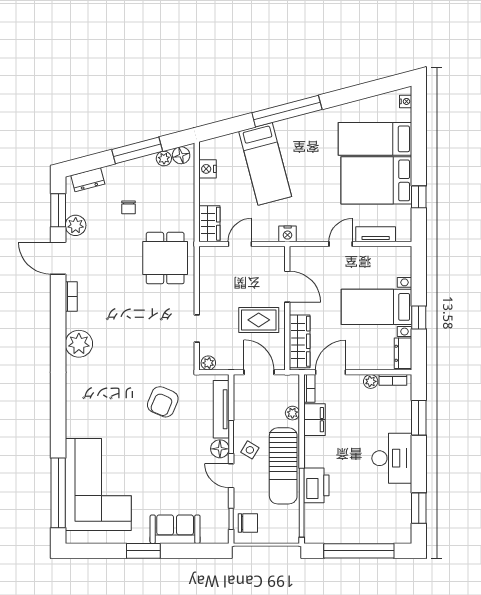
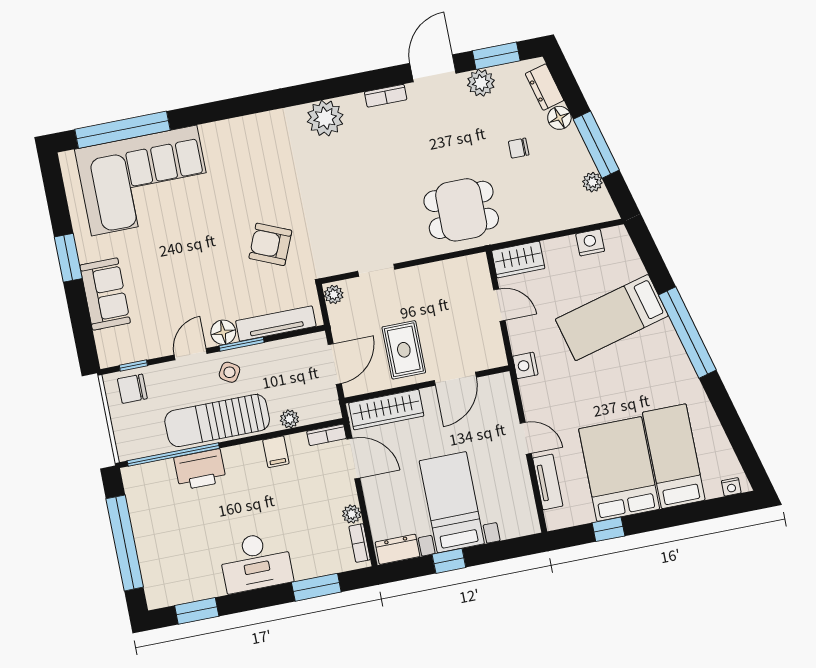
floor lamp: (181, 155) -> (559, 118), moved
filing cabinet: (314, 420) -> (276, 452), width x0.50
chair: (248, 523) -> (132, 389), turned 90

